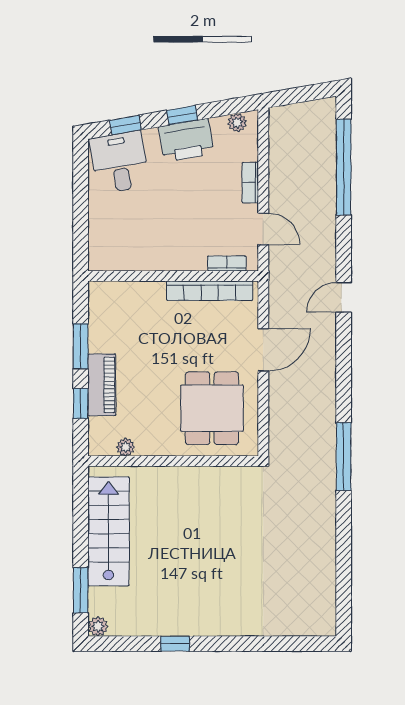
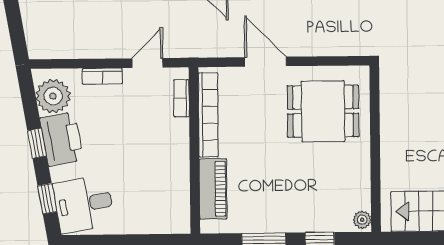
plant: (237, 123) -> (53, 96), width x1.87, depth x1.87
piano: (102, 385) -> (213, 189), moved, turned 90
plant: (126, 447) -> (362, 220), moved

